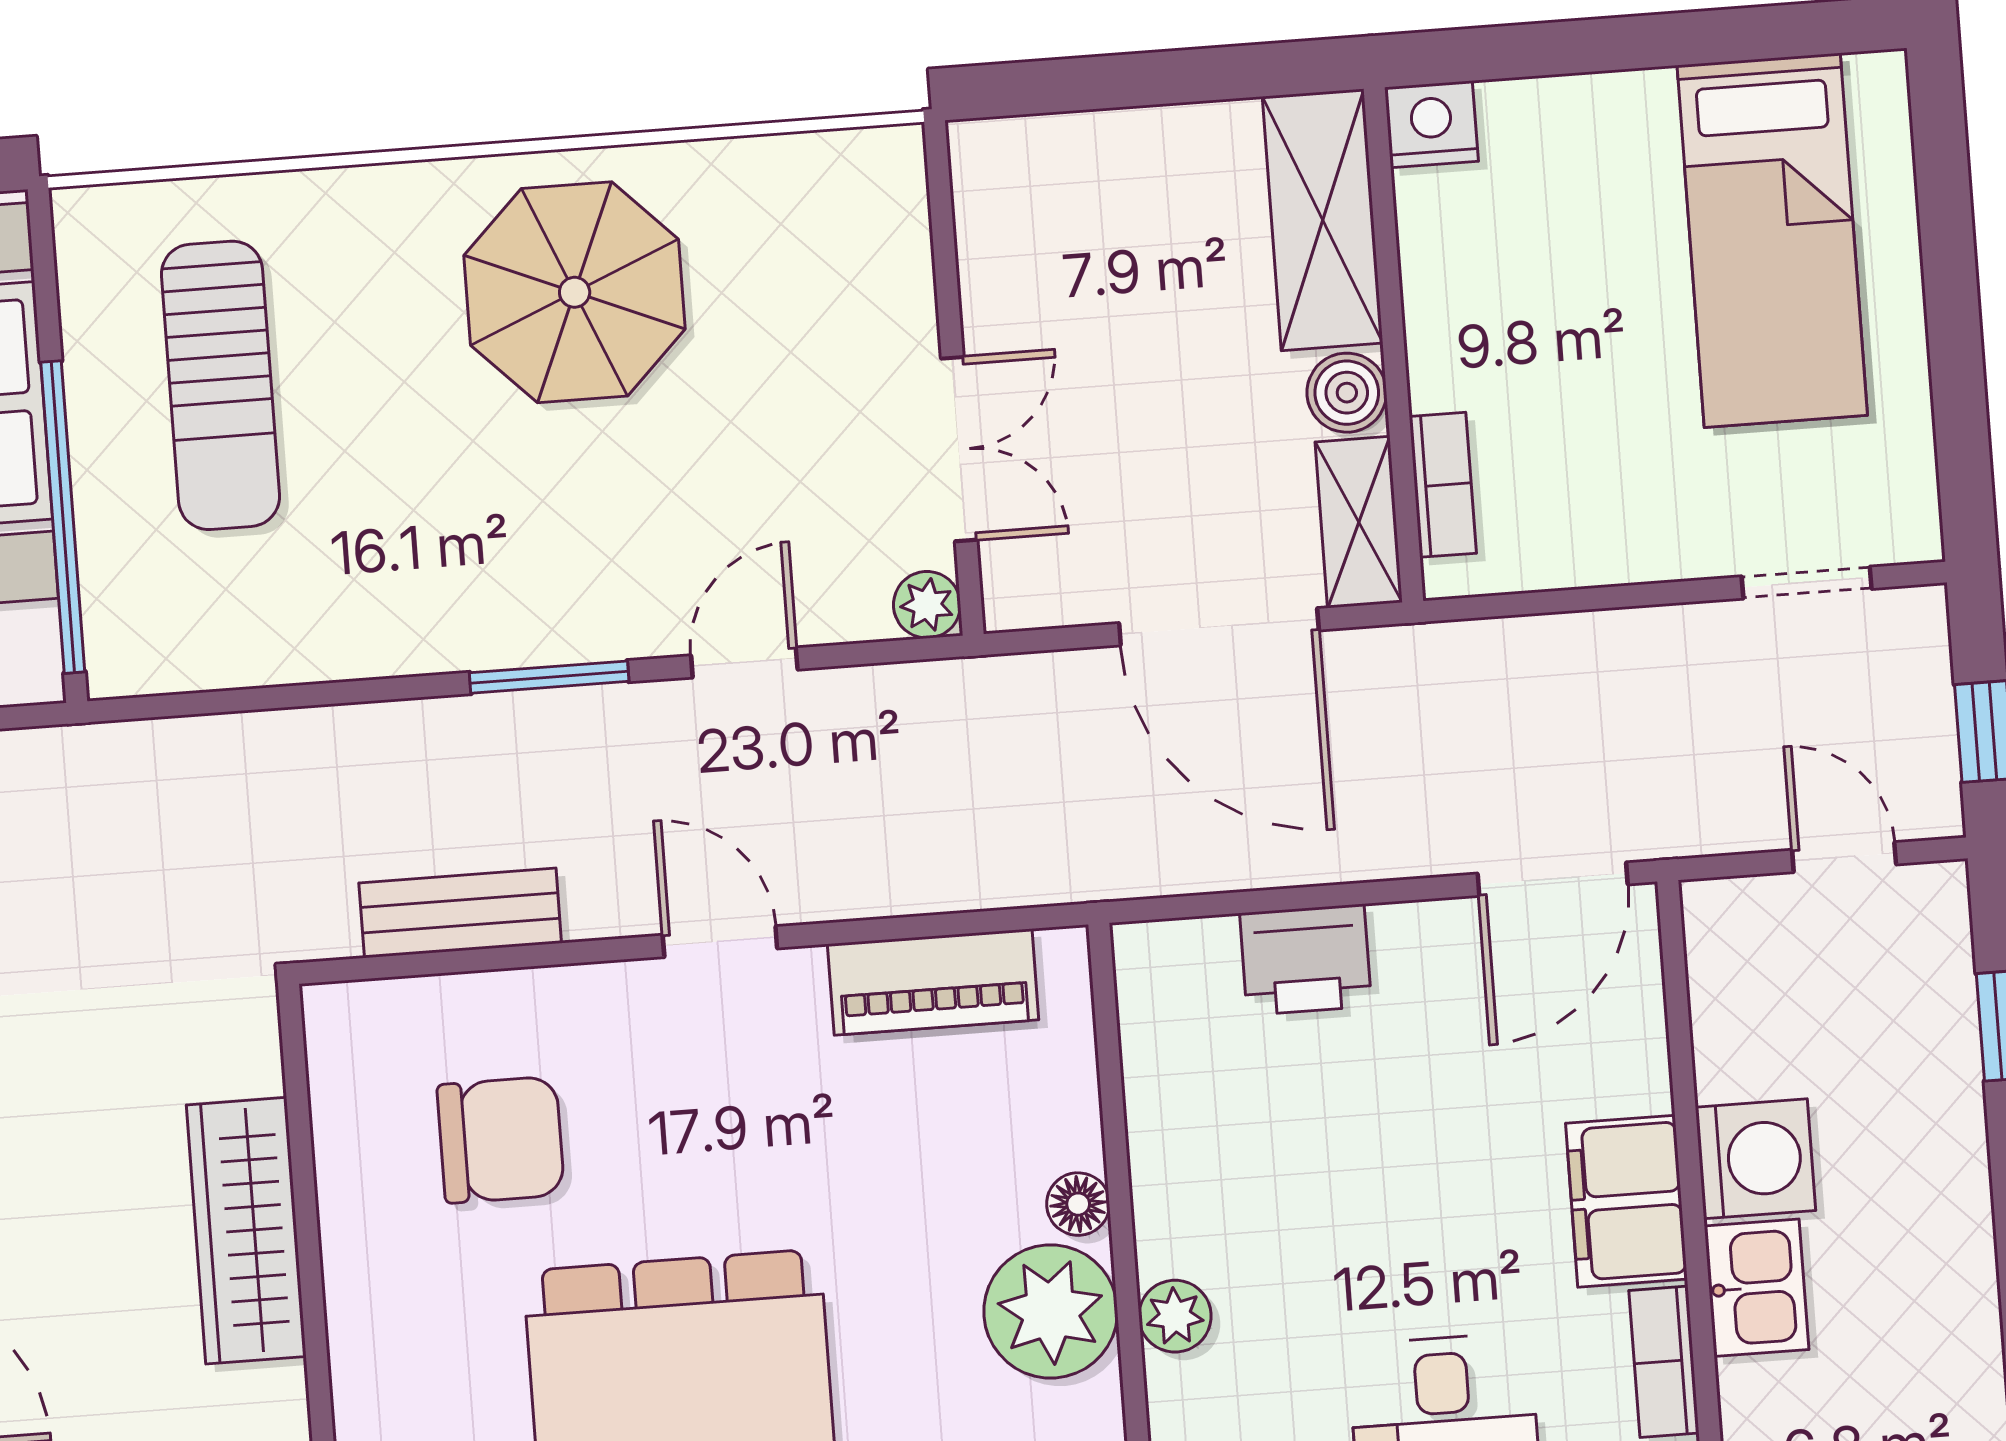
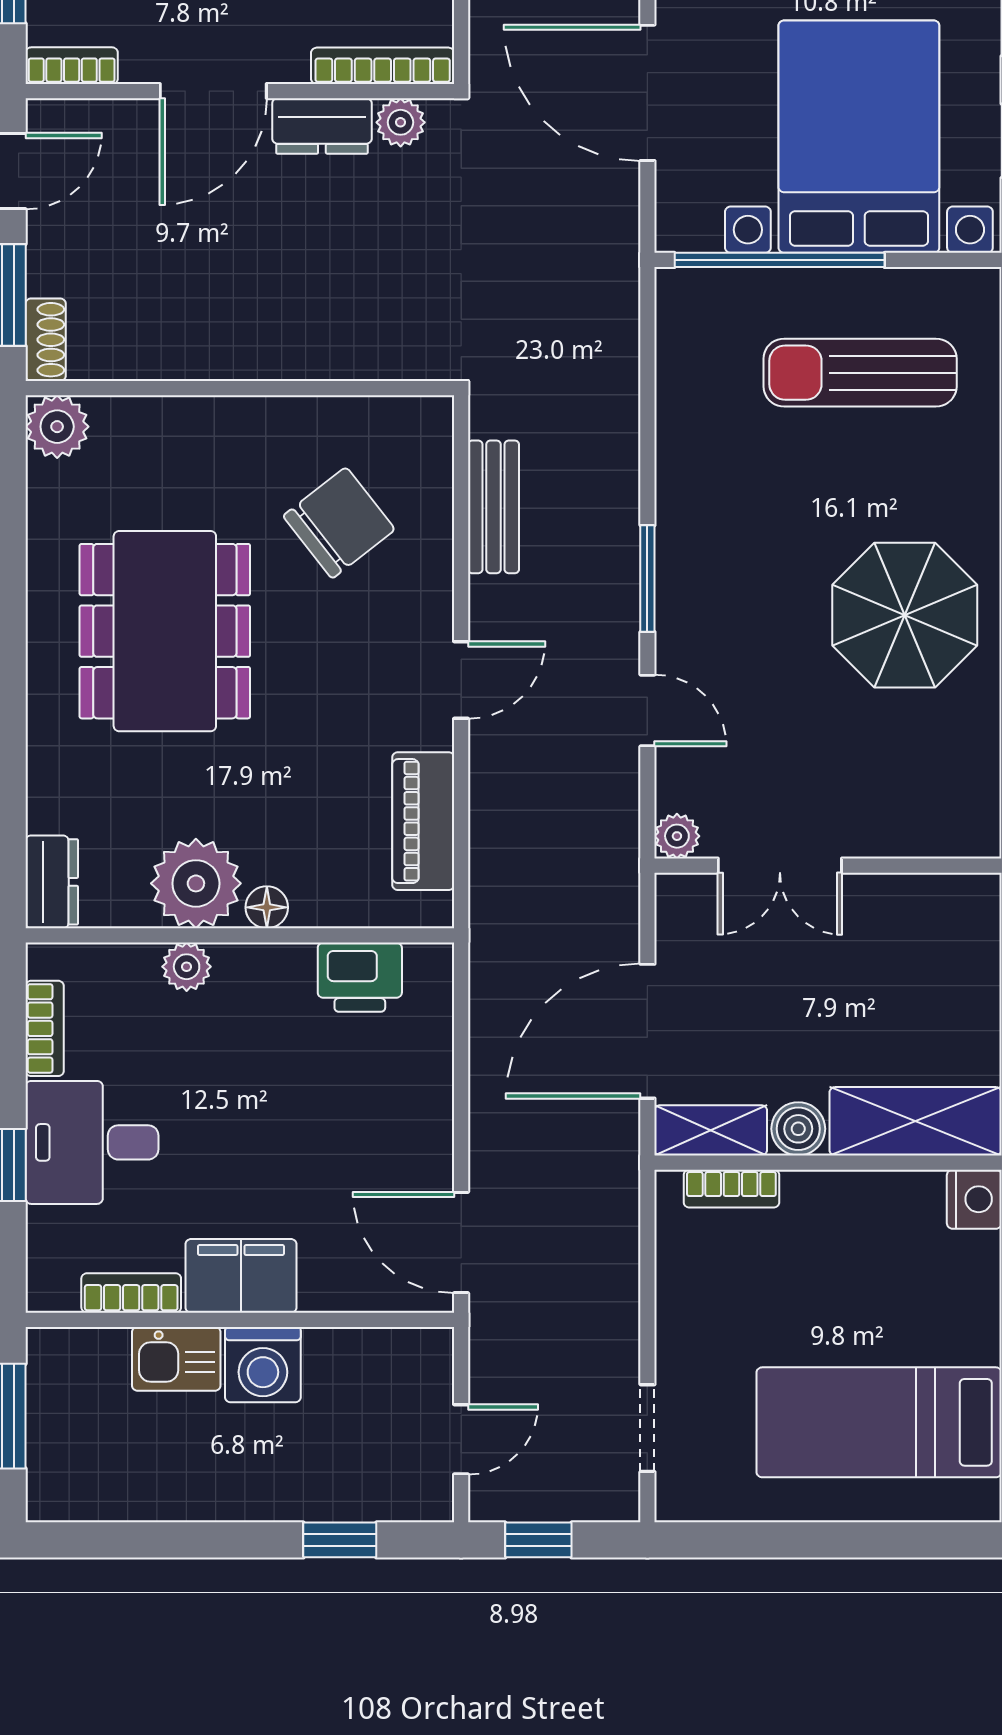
printer: (1306, 960) -> (360, 977), moved, turned -90
chair: (501, 1140) -> (339, 523), turned -128
wardrobe: (246, 1231) -> (291, 347), removed

